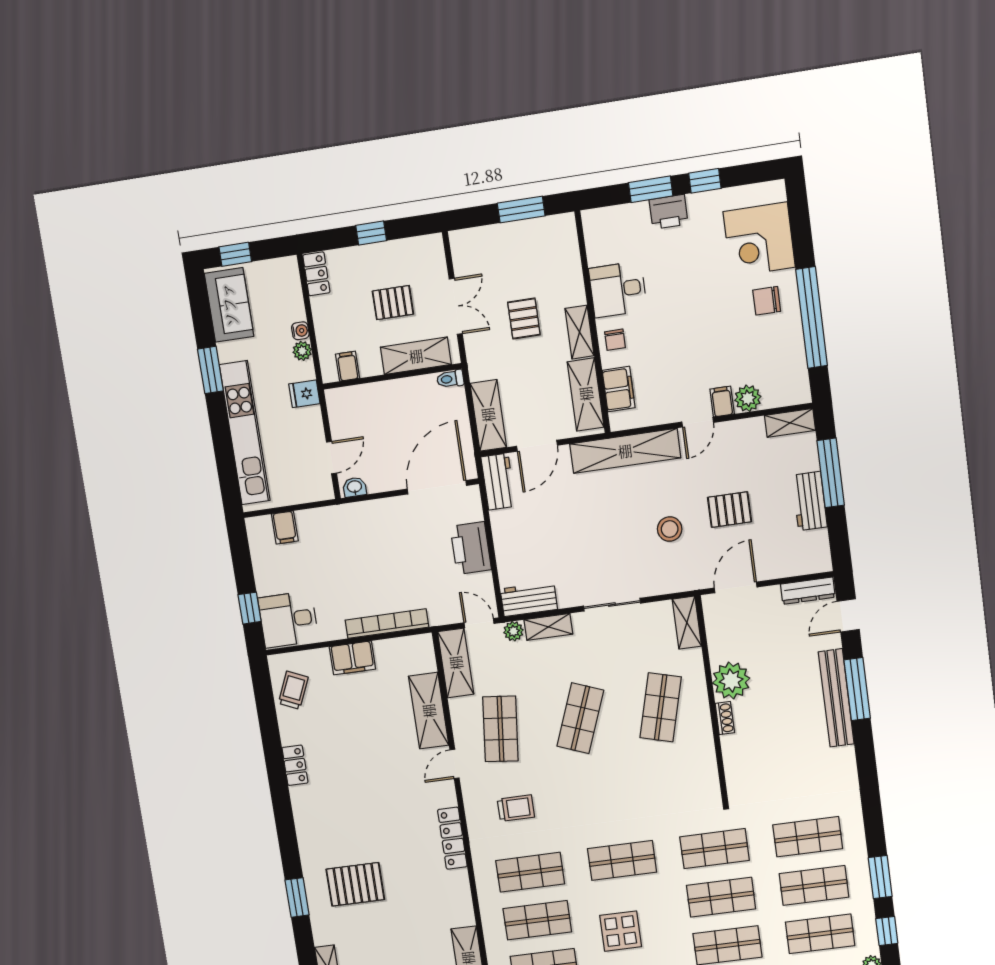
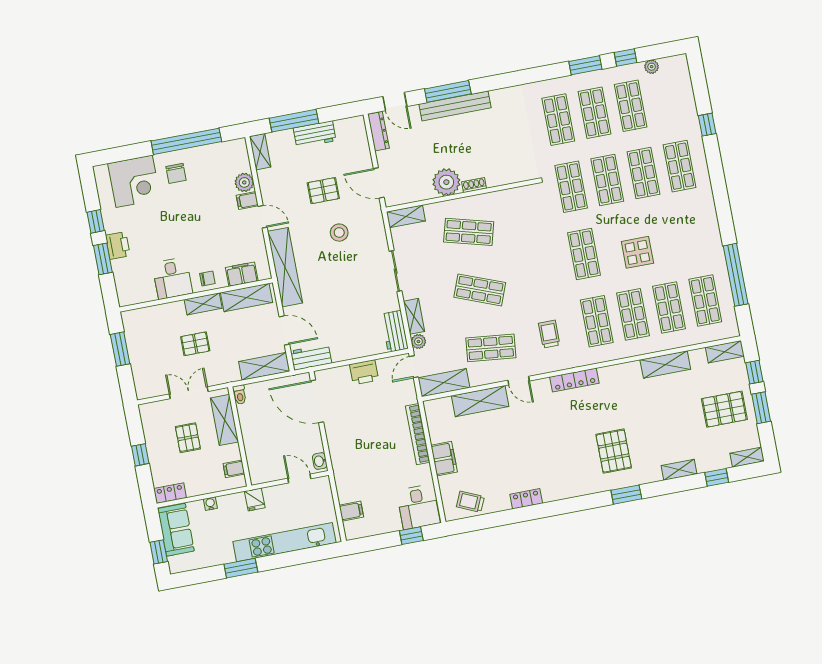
sofa: (229, 305) -> (176, 530), moved, turned 90
plant: (302, 351) -> (224, 502), removed
pallet: (730, 510) -> (323, 191), turned 90
printer: (471, 548) -> (364, 372), width x0.73, depth x0.84

